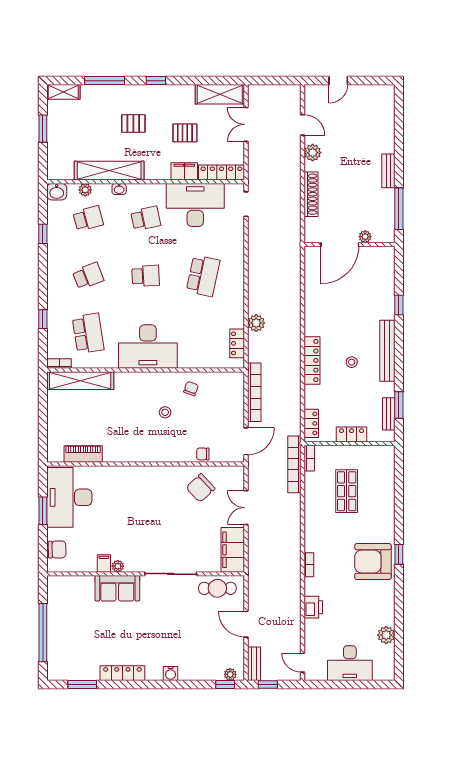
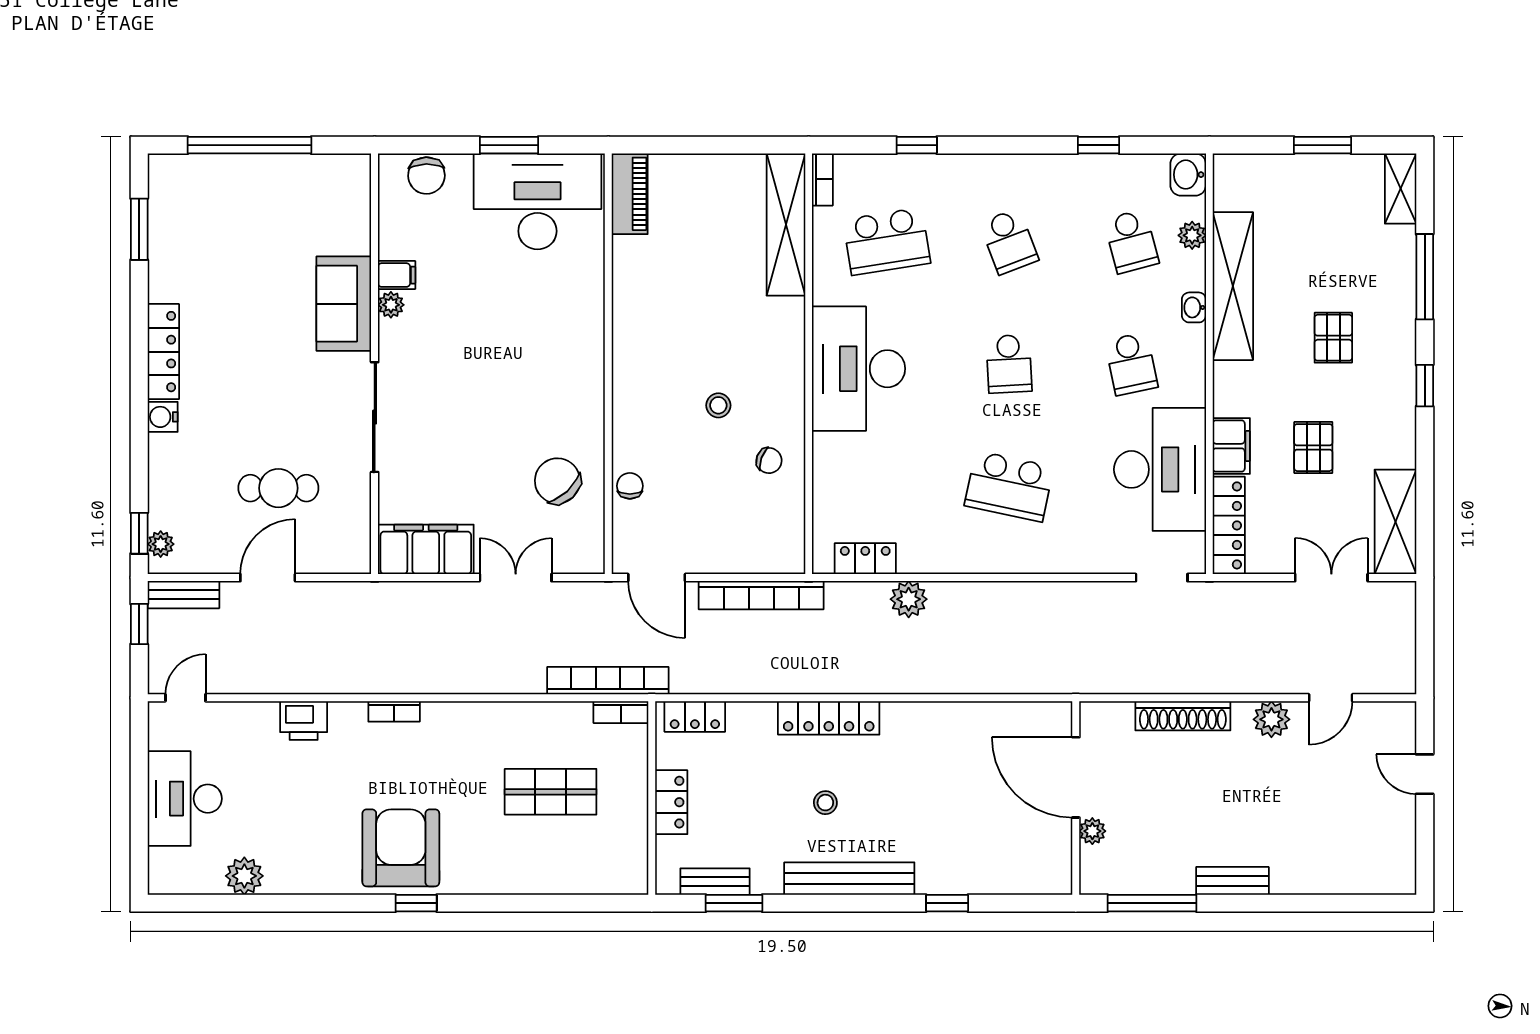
piano: (83, 454) -> (630, 194), moved
cafe table: (217, 588) -> (278, 488), moved, turned 90
locker: (122, 673) -> (163, 352), moved

